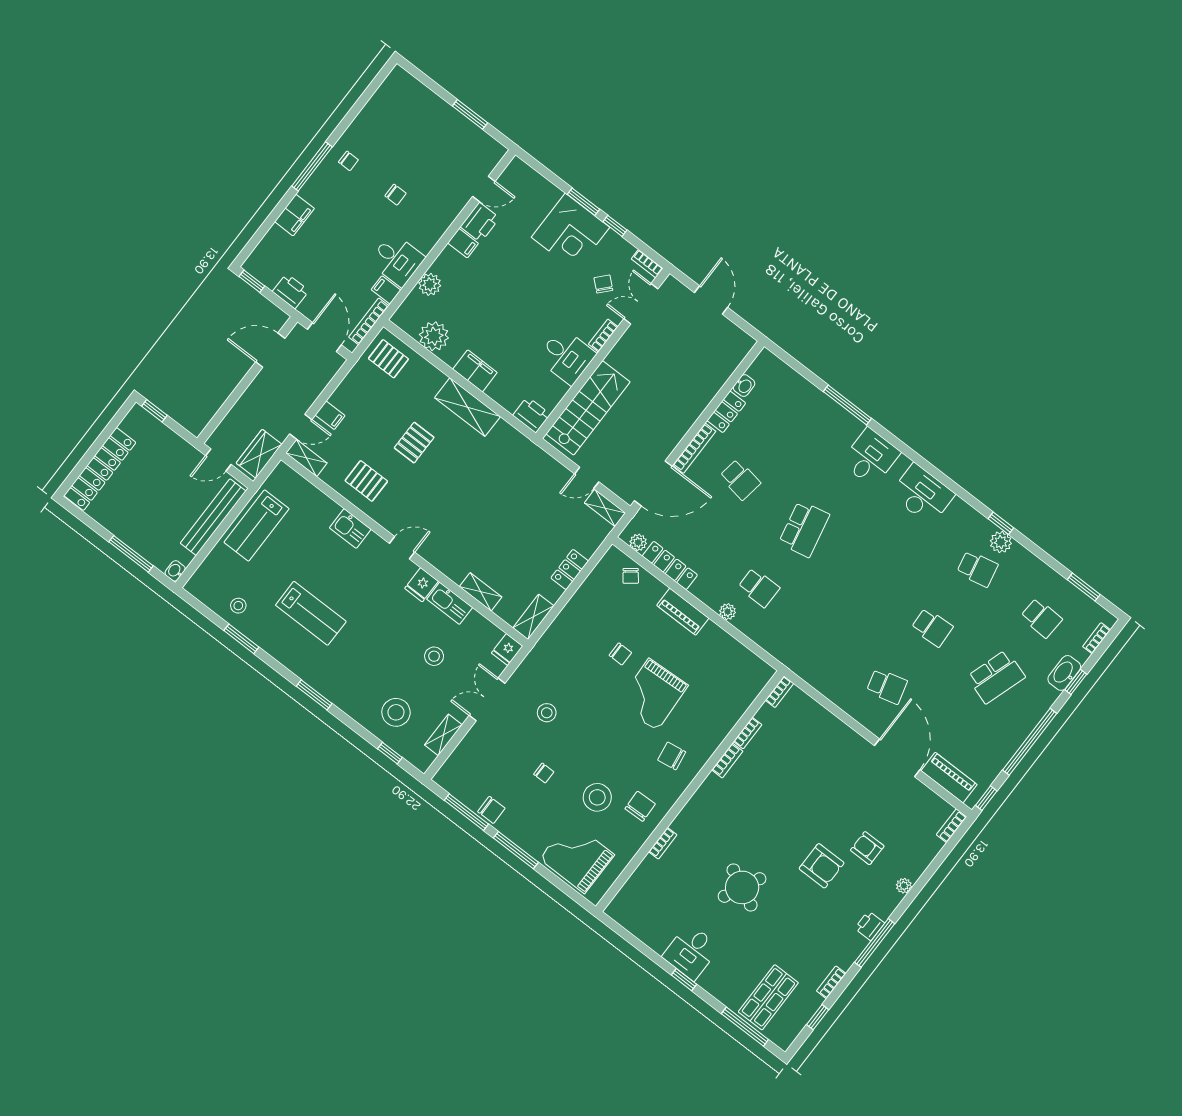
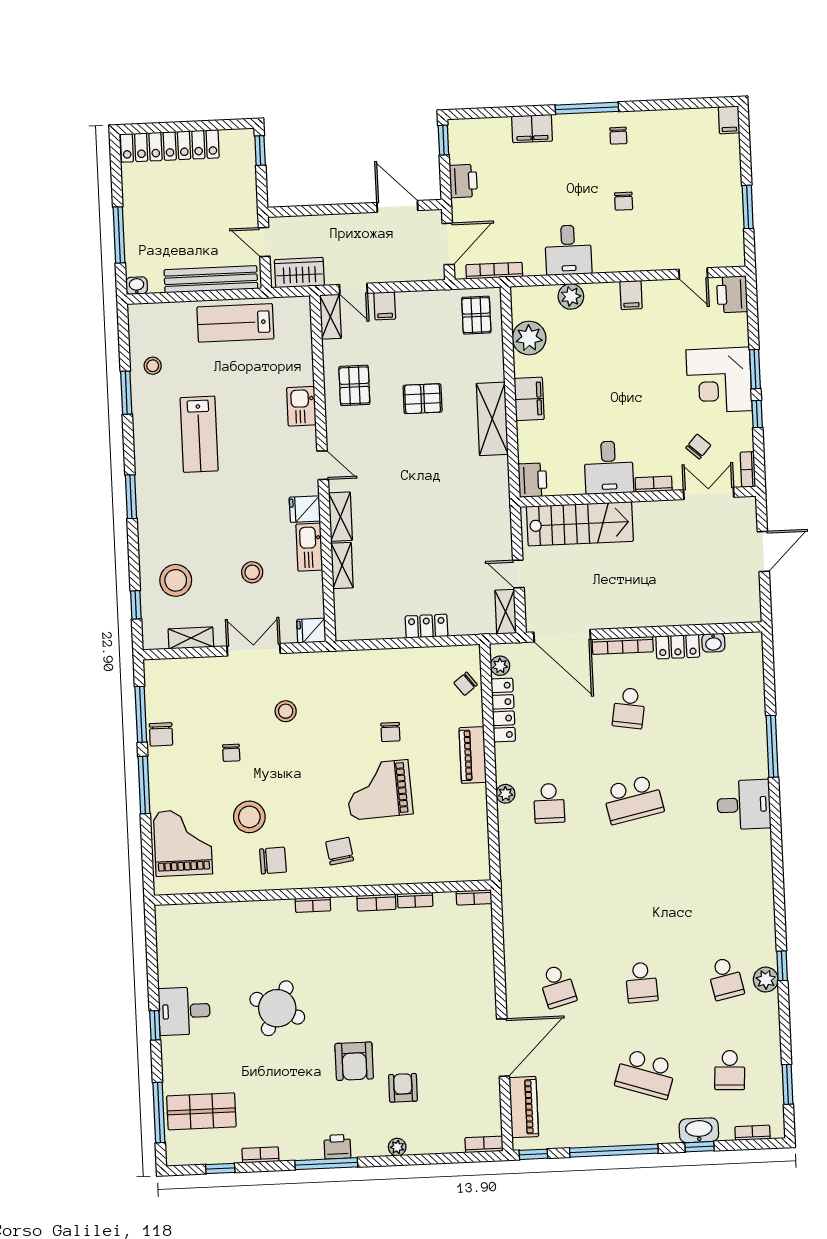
printer: (480, 222) -> (732, 294), moved, turned 90
filing cabinet: (386, 290) -> (729, 120), moved, turned 180
desk: (922, 494) -> (750, 877), removed
shelving: (533, 617) -> (340, 517), moved, turned 90
bookcase: (663, 843) -> (313, 905), moved

